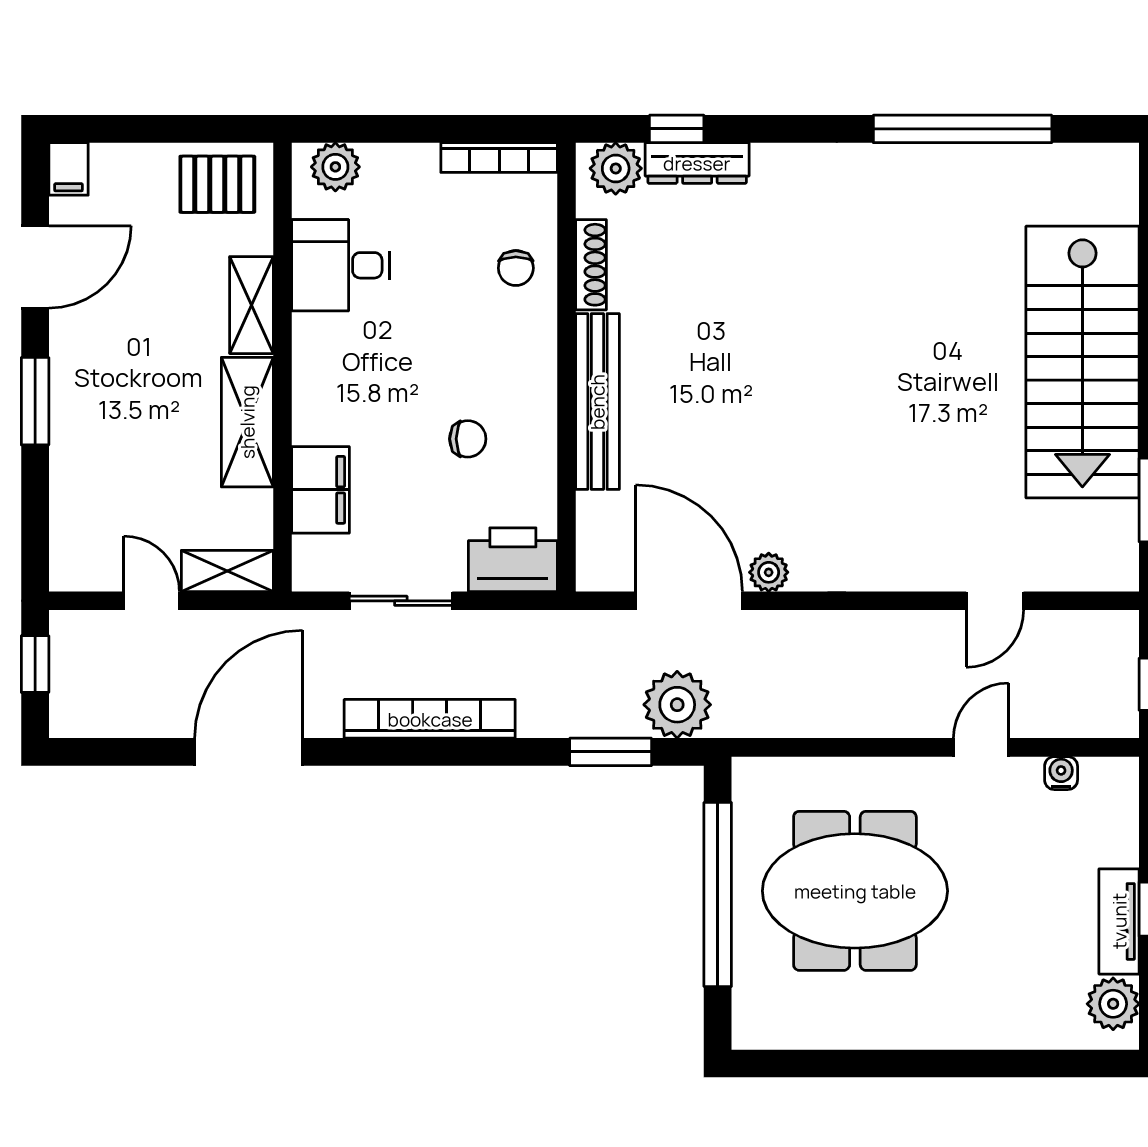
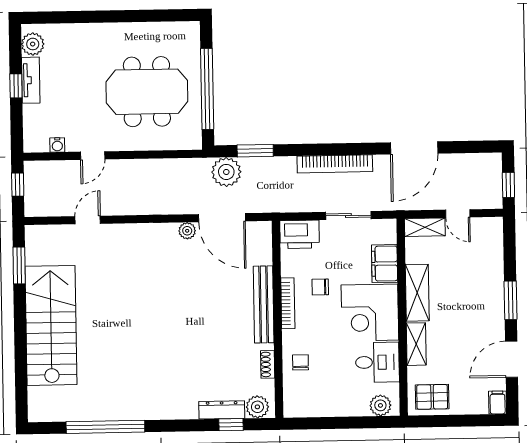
bookcase: (499, 158) -> (288, 303), moved, turned 90
shoe rack: (591, 265) -> (268, 364), width x0.70
corner desk: (356, 379) -> (370, 313), added

